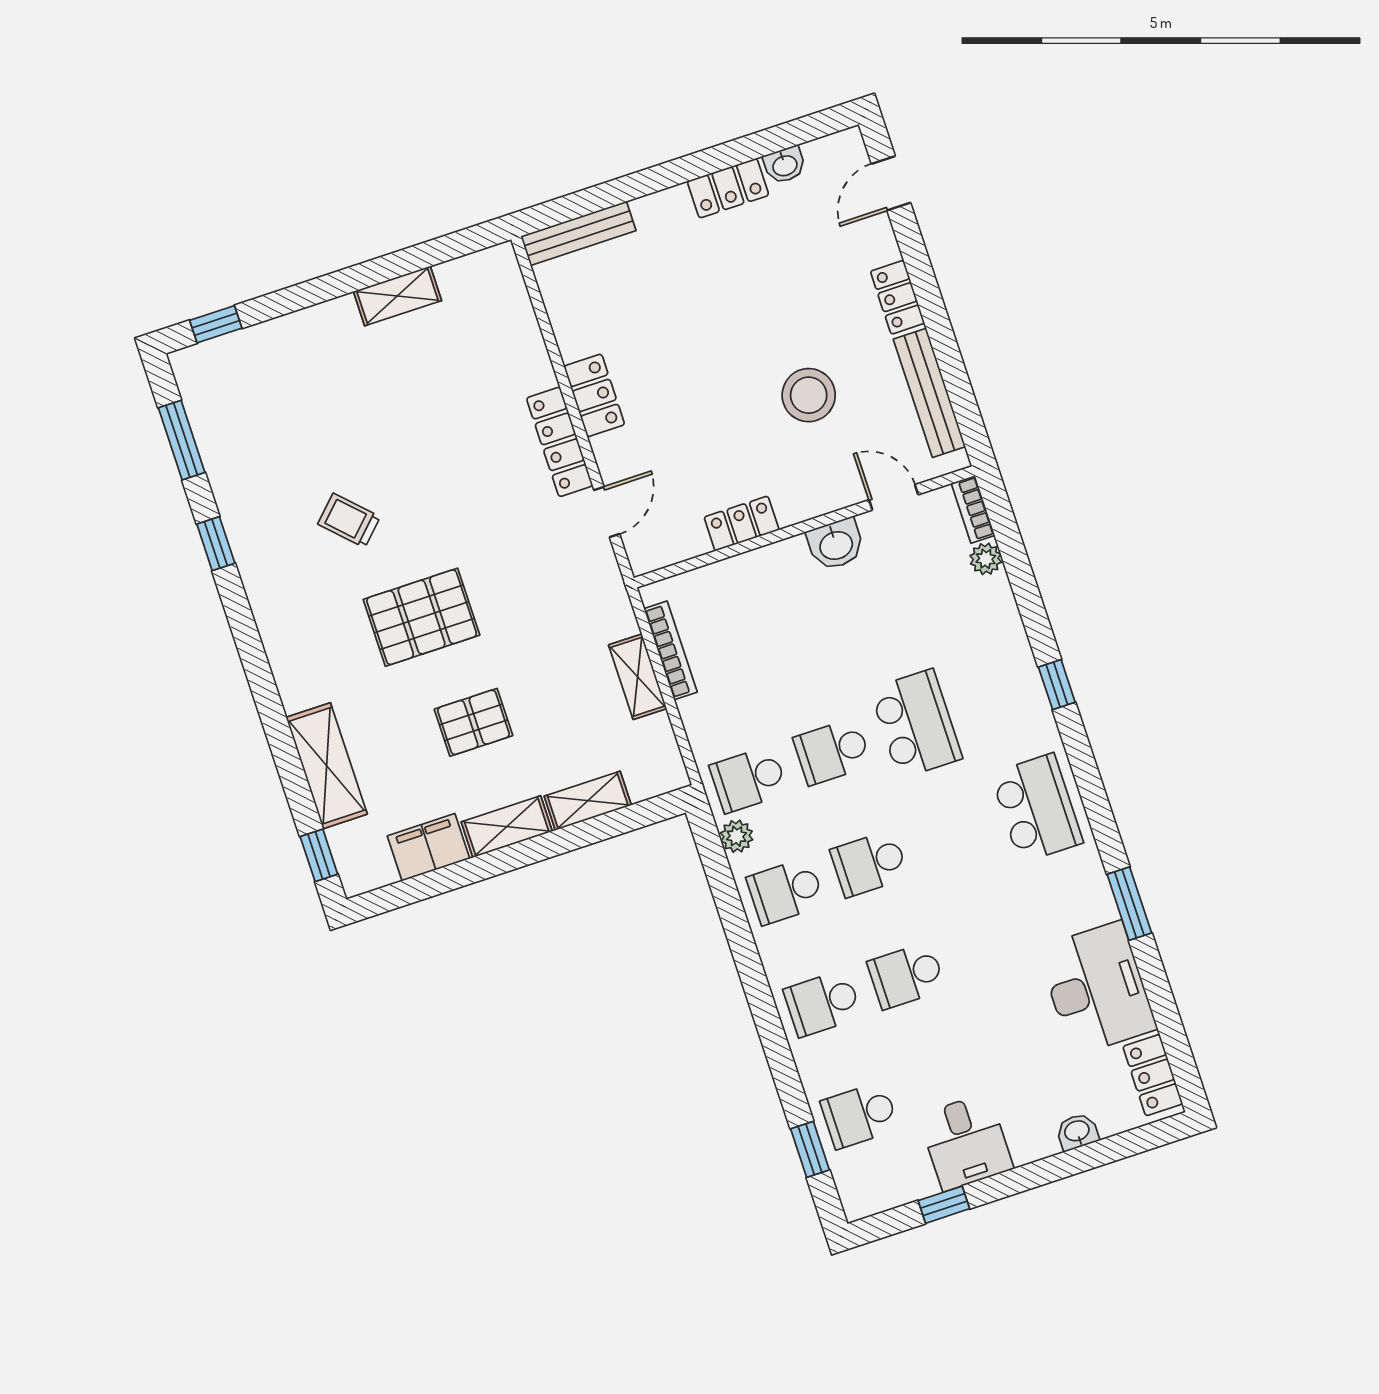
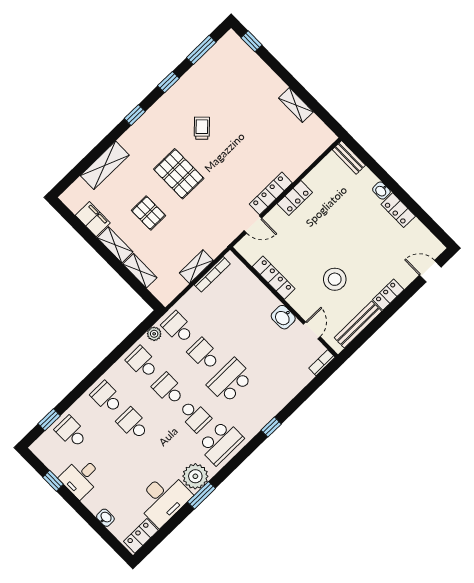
washbasin: (785, 165) -> (381, 191), moved
bench: (578, 233) -> (349, 157), width x0.73
locker: (742, 524) -> (274, 278), width x1.53
plant: (986, 559) -> (195, 476), moved, width x1.87, depth x1.87
school desk: (916, 724) -> (230, 381), turned 180
school desk: (953, 836) -> (194, 416), added
window: (319, 855) -> (135, 115), moved

